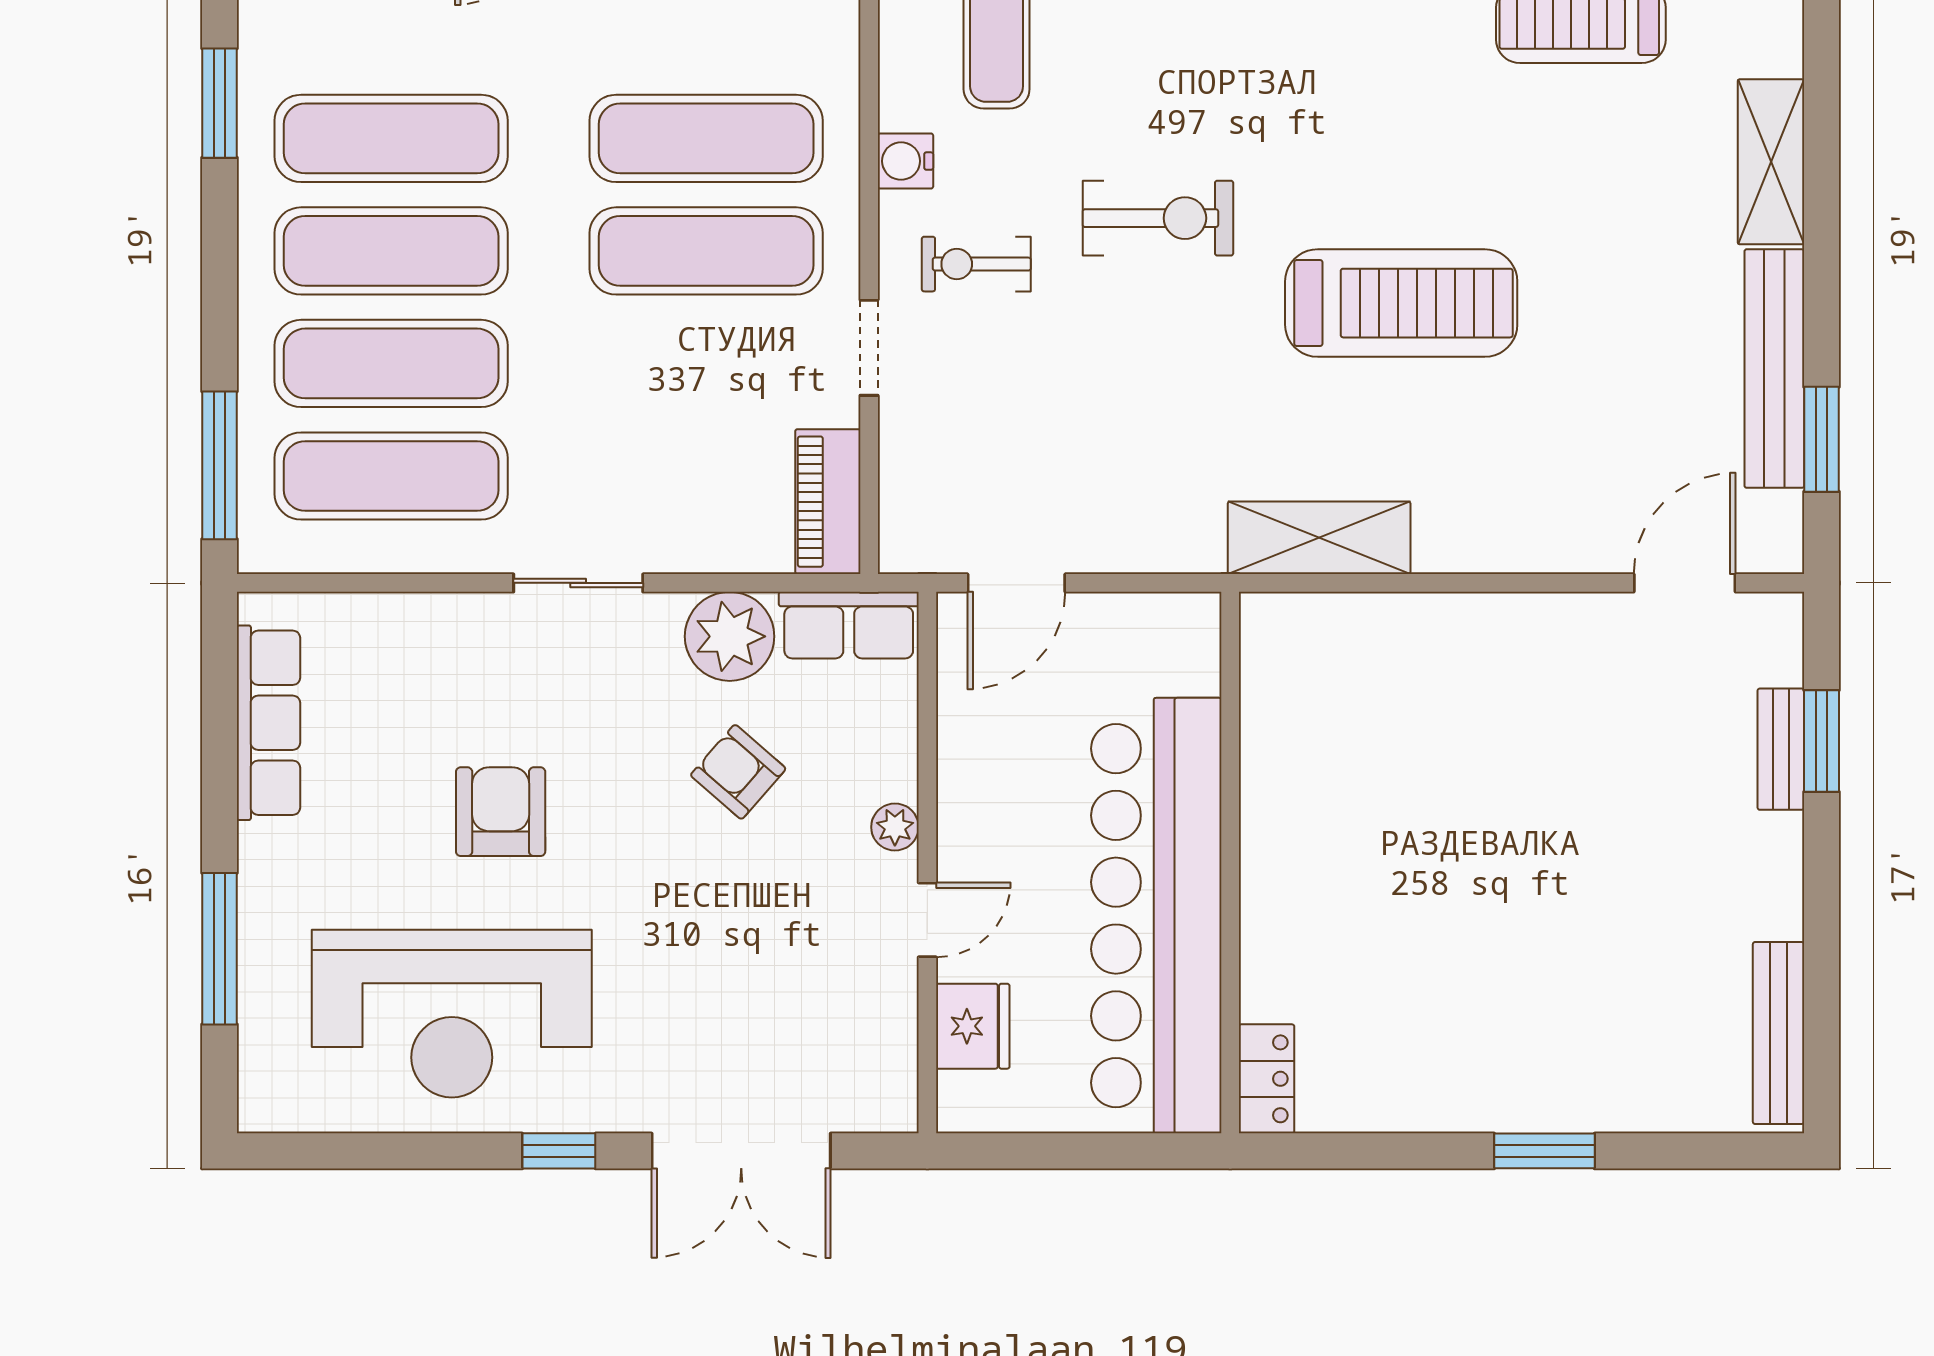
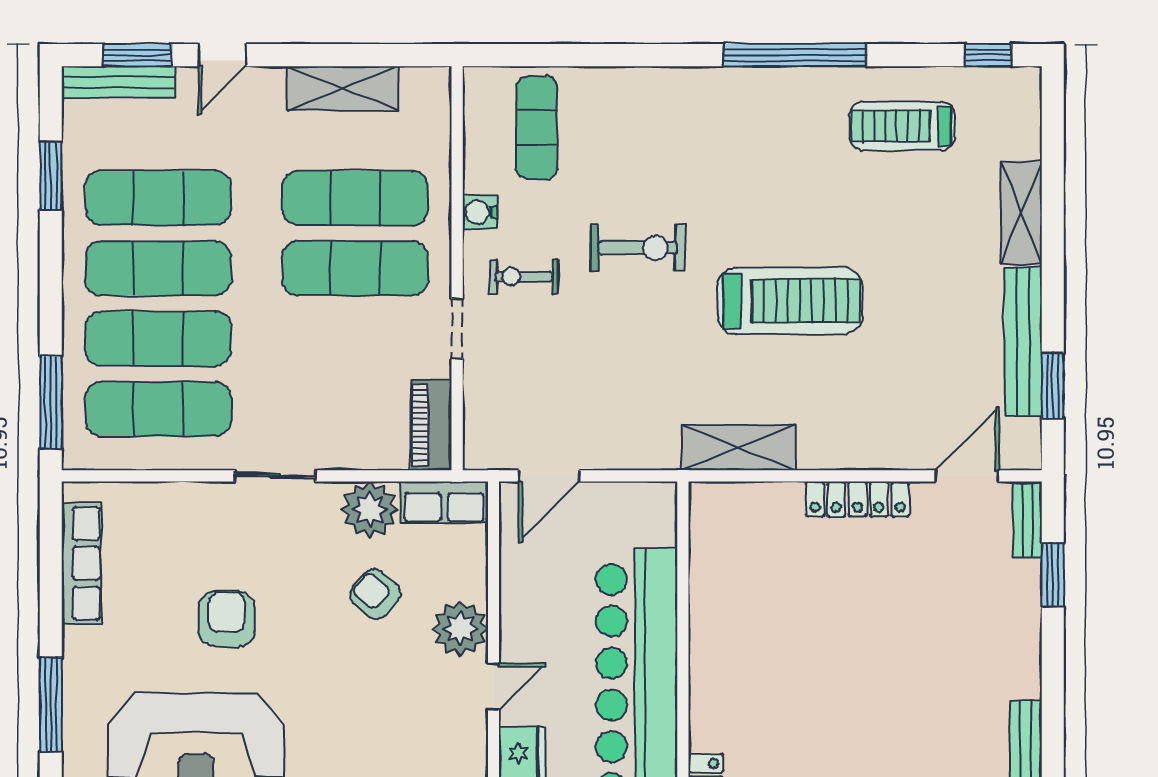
locker: (1509, 620) -> (858, 499), added
bench: (1781, 749) -> (1027, 519), moved
plant: (895, 827) -> (460, 629), width x1.87, depth x1.87

